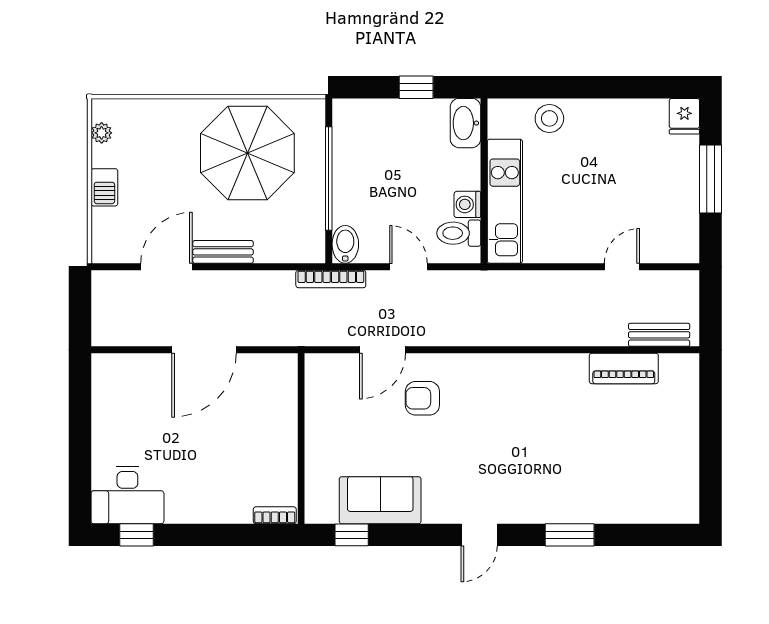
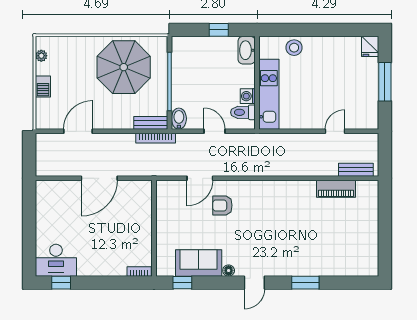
bench: (223, 252) -> (151, 123), moved
bookcase: (331, 279) -> (156, 138), moved
floor lamp: (433, 514) -> (229, 271), added

